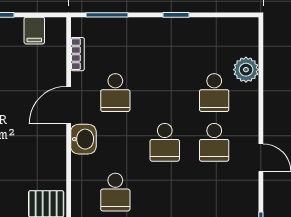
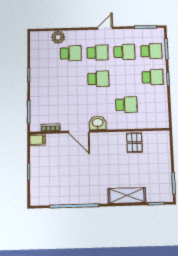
filing cabinet: (34, 31) -> (38, 140), moved
school desk: (115, 93) -> (124, 52), moved

